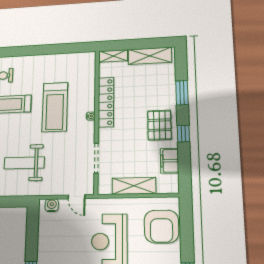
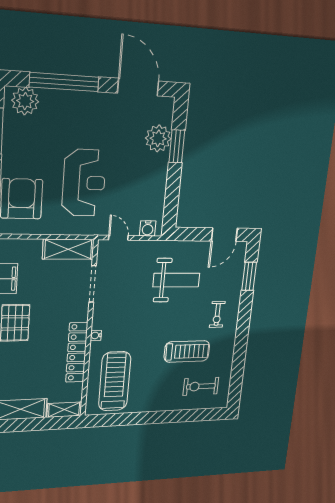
treadmill: (55, 107) -> (115, 381), moved
shelving: (134, 186) -> (68, 249), moved

